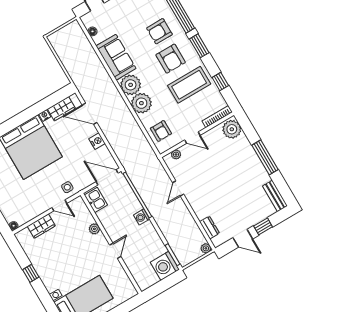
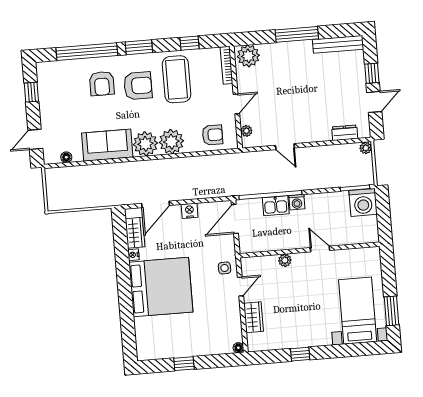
bench: (275, 196) -> (338, 44), width x1.36
kitchen sink: (96, 200) -> (276, 206), moved, turned 180

